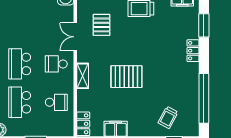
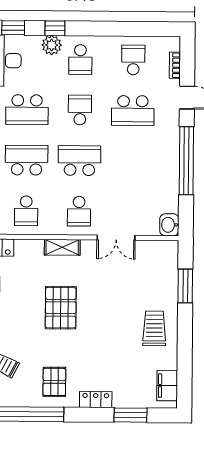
pallet: (102, 25) -> (54, 382), moved, turned 90
double door: (75, 37) -> (116, 238), swing flipped
school desk: (56, 64) -> (79, 211), turned 180

